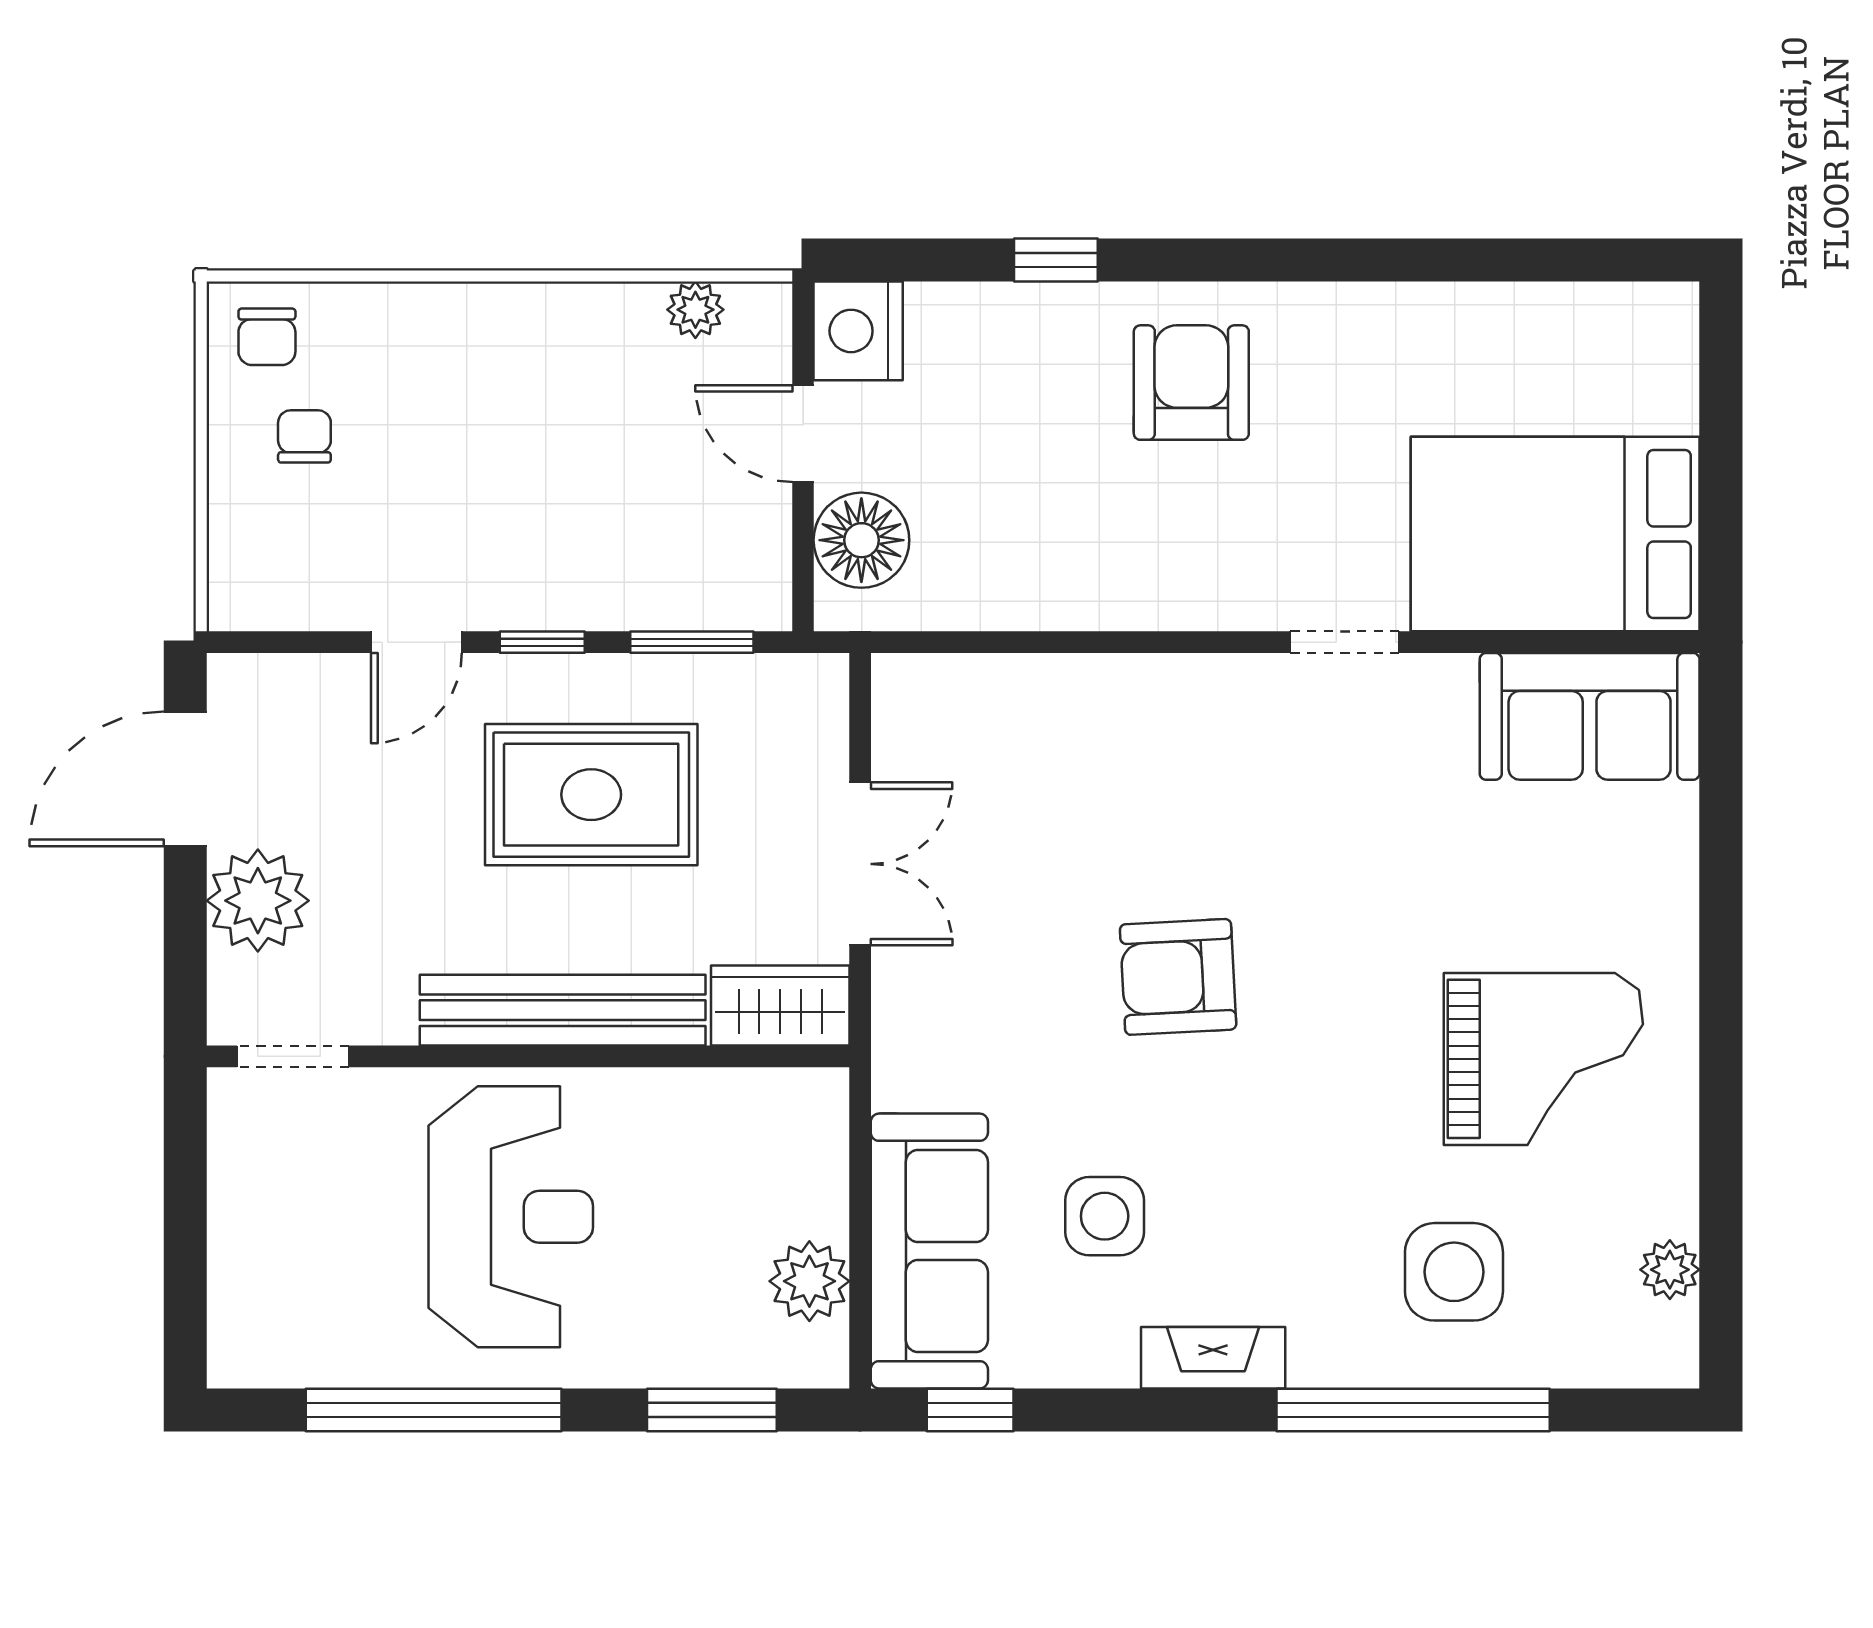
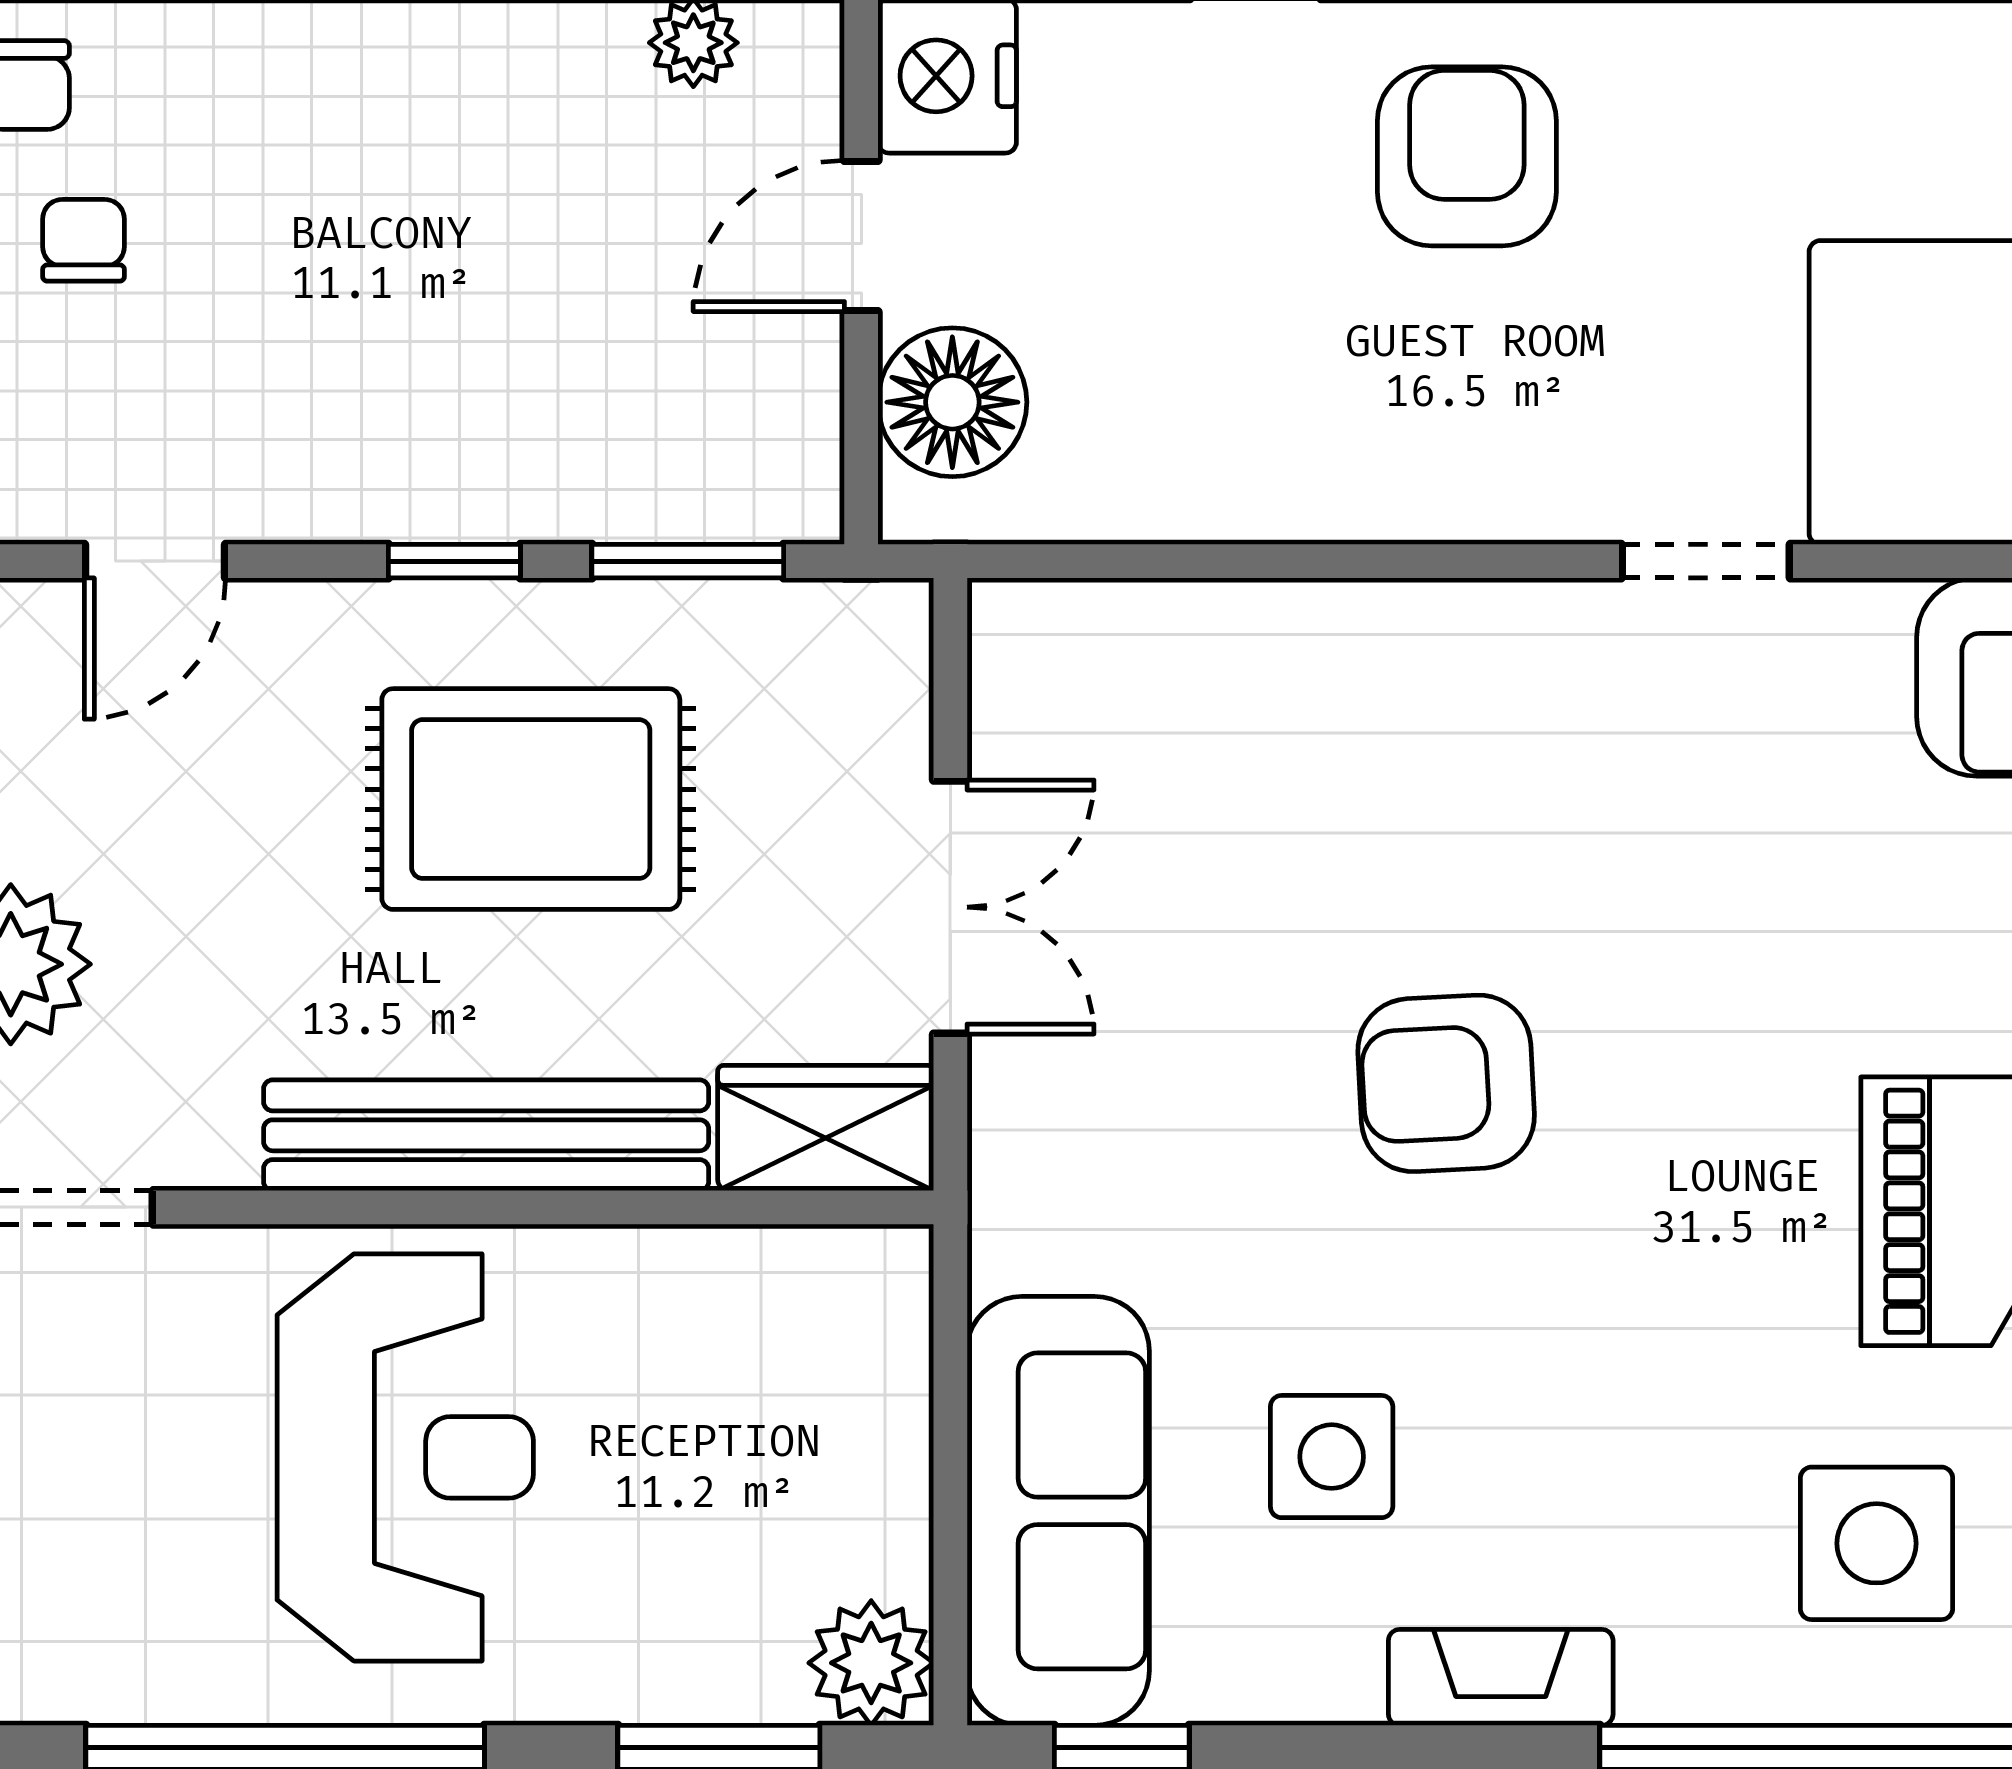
door: (803, 434) -> (861, 236), hinge flipped
door: (416, 642) -> (155, 561), moved
plant: (809, 1281) -> (871, 1663), moved

